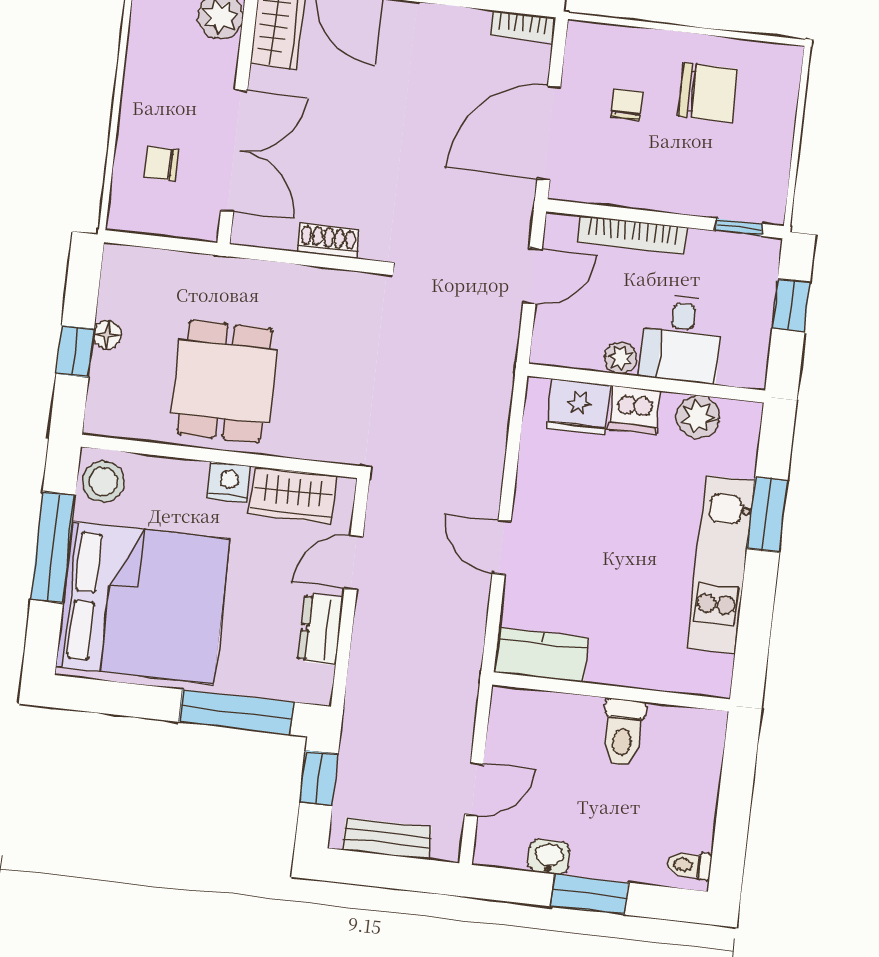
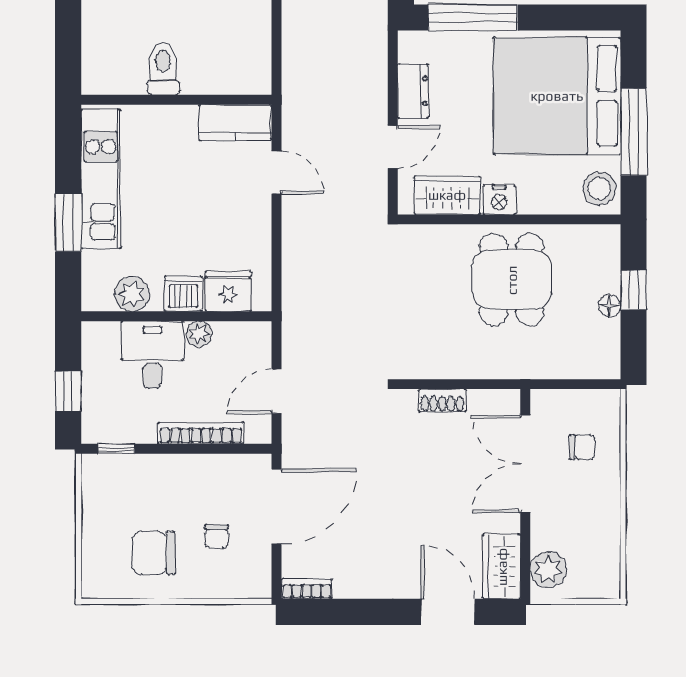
kitchen counter: (541, 655) -> (235, 123), moved
wall: (611, 692) -> (176, 100), moved
toilet: (623, 733) -> (163, 68), moved

